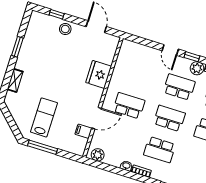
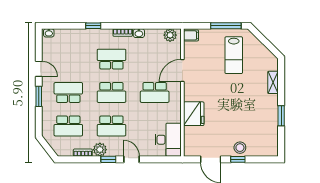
window: (57, 14) -> (238, 159), moved
desk: (130, 58) -> (168, 140), added
filing cabinet: (84, 131) -> (191, 35), moved

